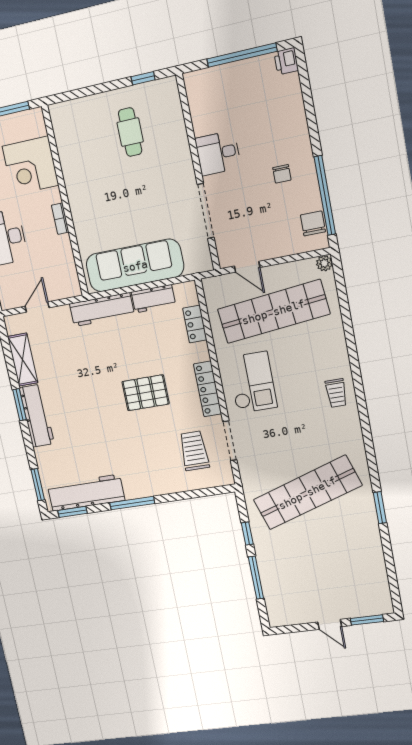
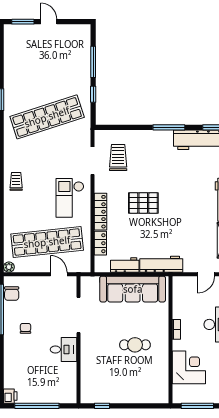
cafe table: (130, 132) -> (135, 345), moved, turned 90
locker: (208, 389) -> (100, 212), moved
trolley: (194, 451) -> (118, 158), turned 180

